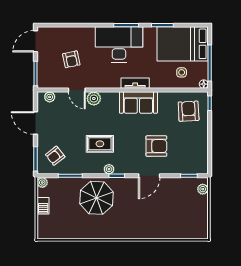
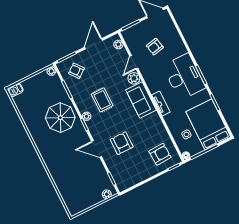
sofa: (138, 103) -> (141, 100), moved
armchair: (156, 146) -> (122, 143), turned 180
barbecue: (43, 206) -> (15, 90), moved

